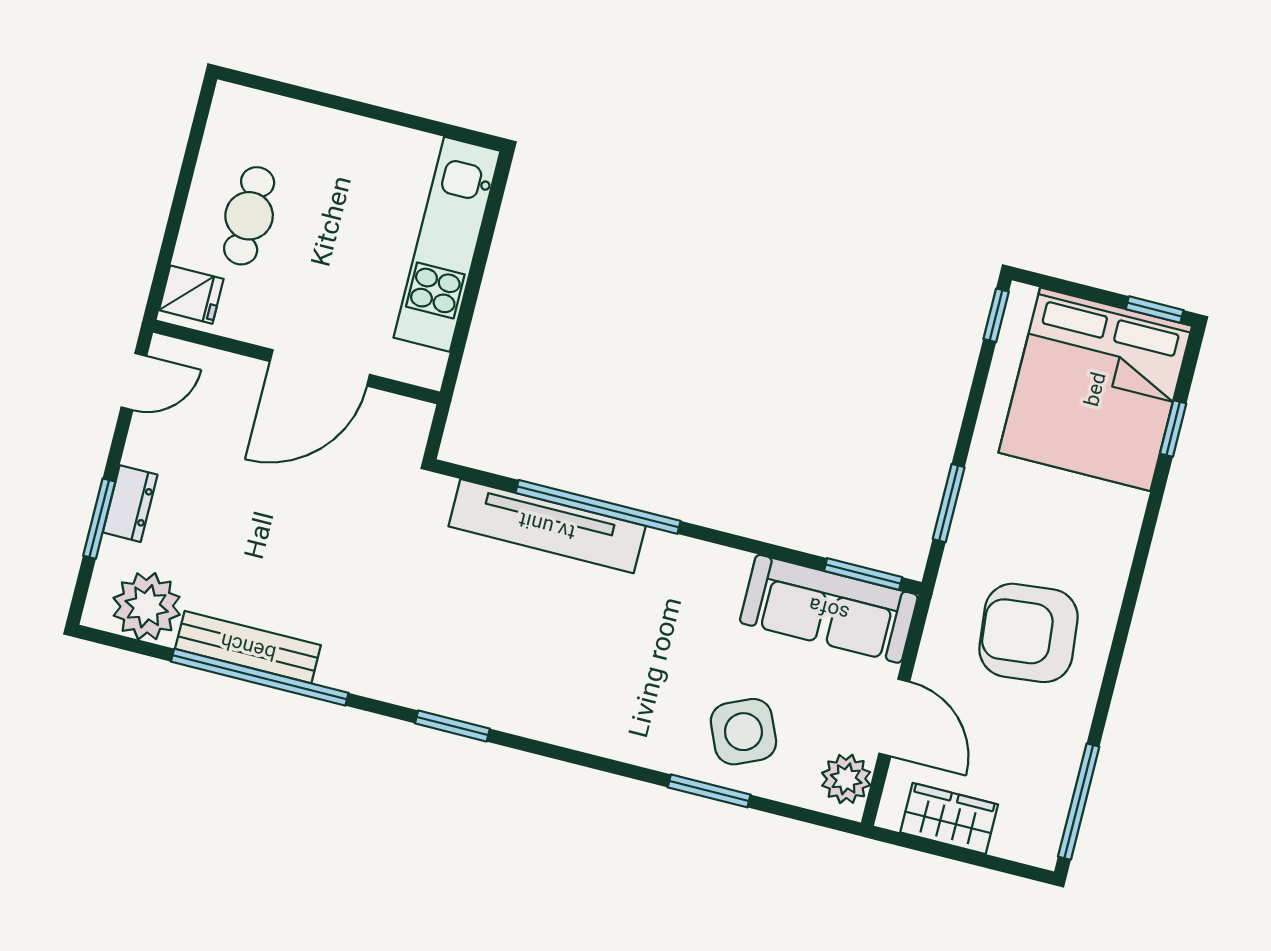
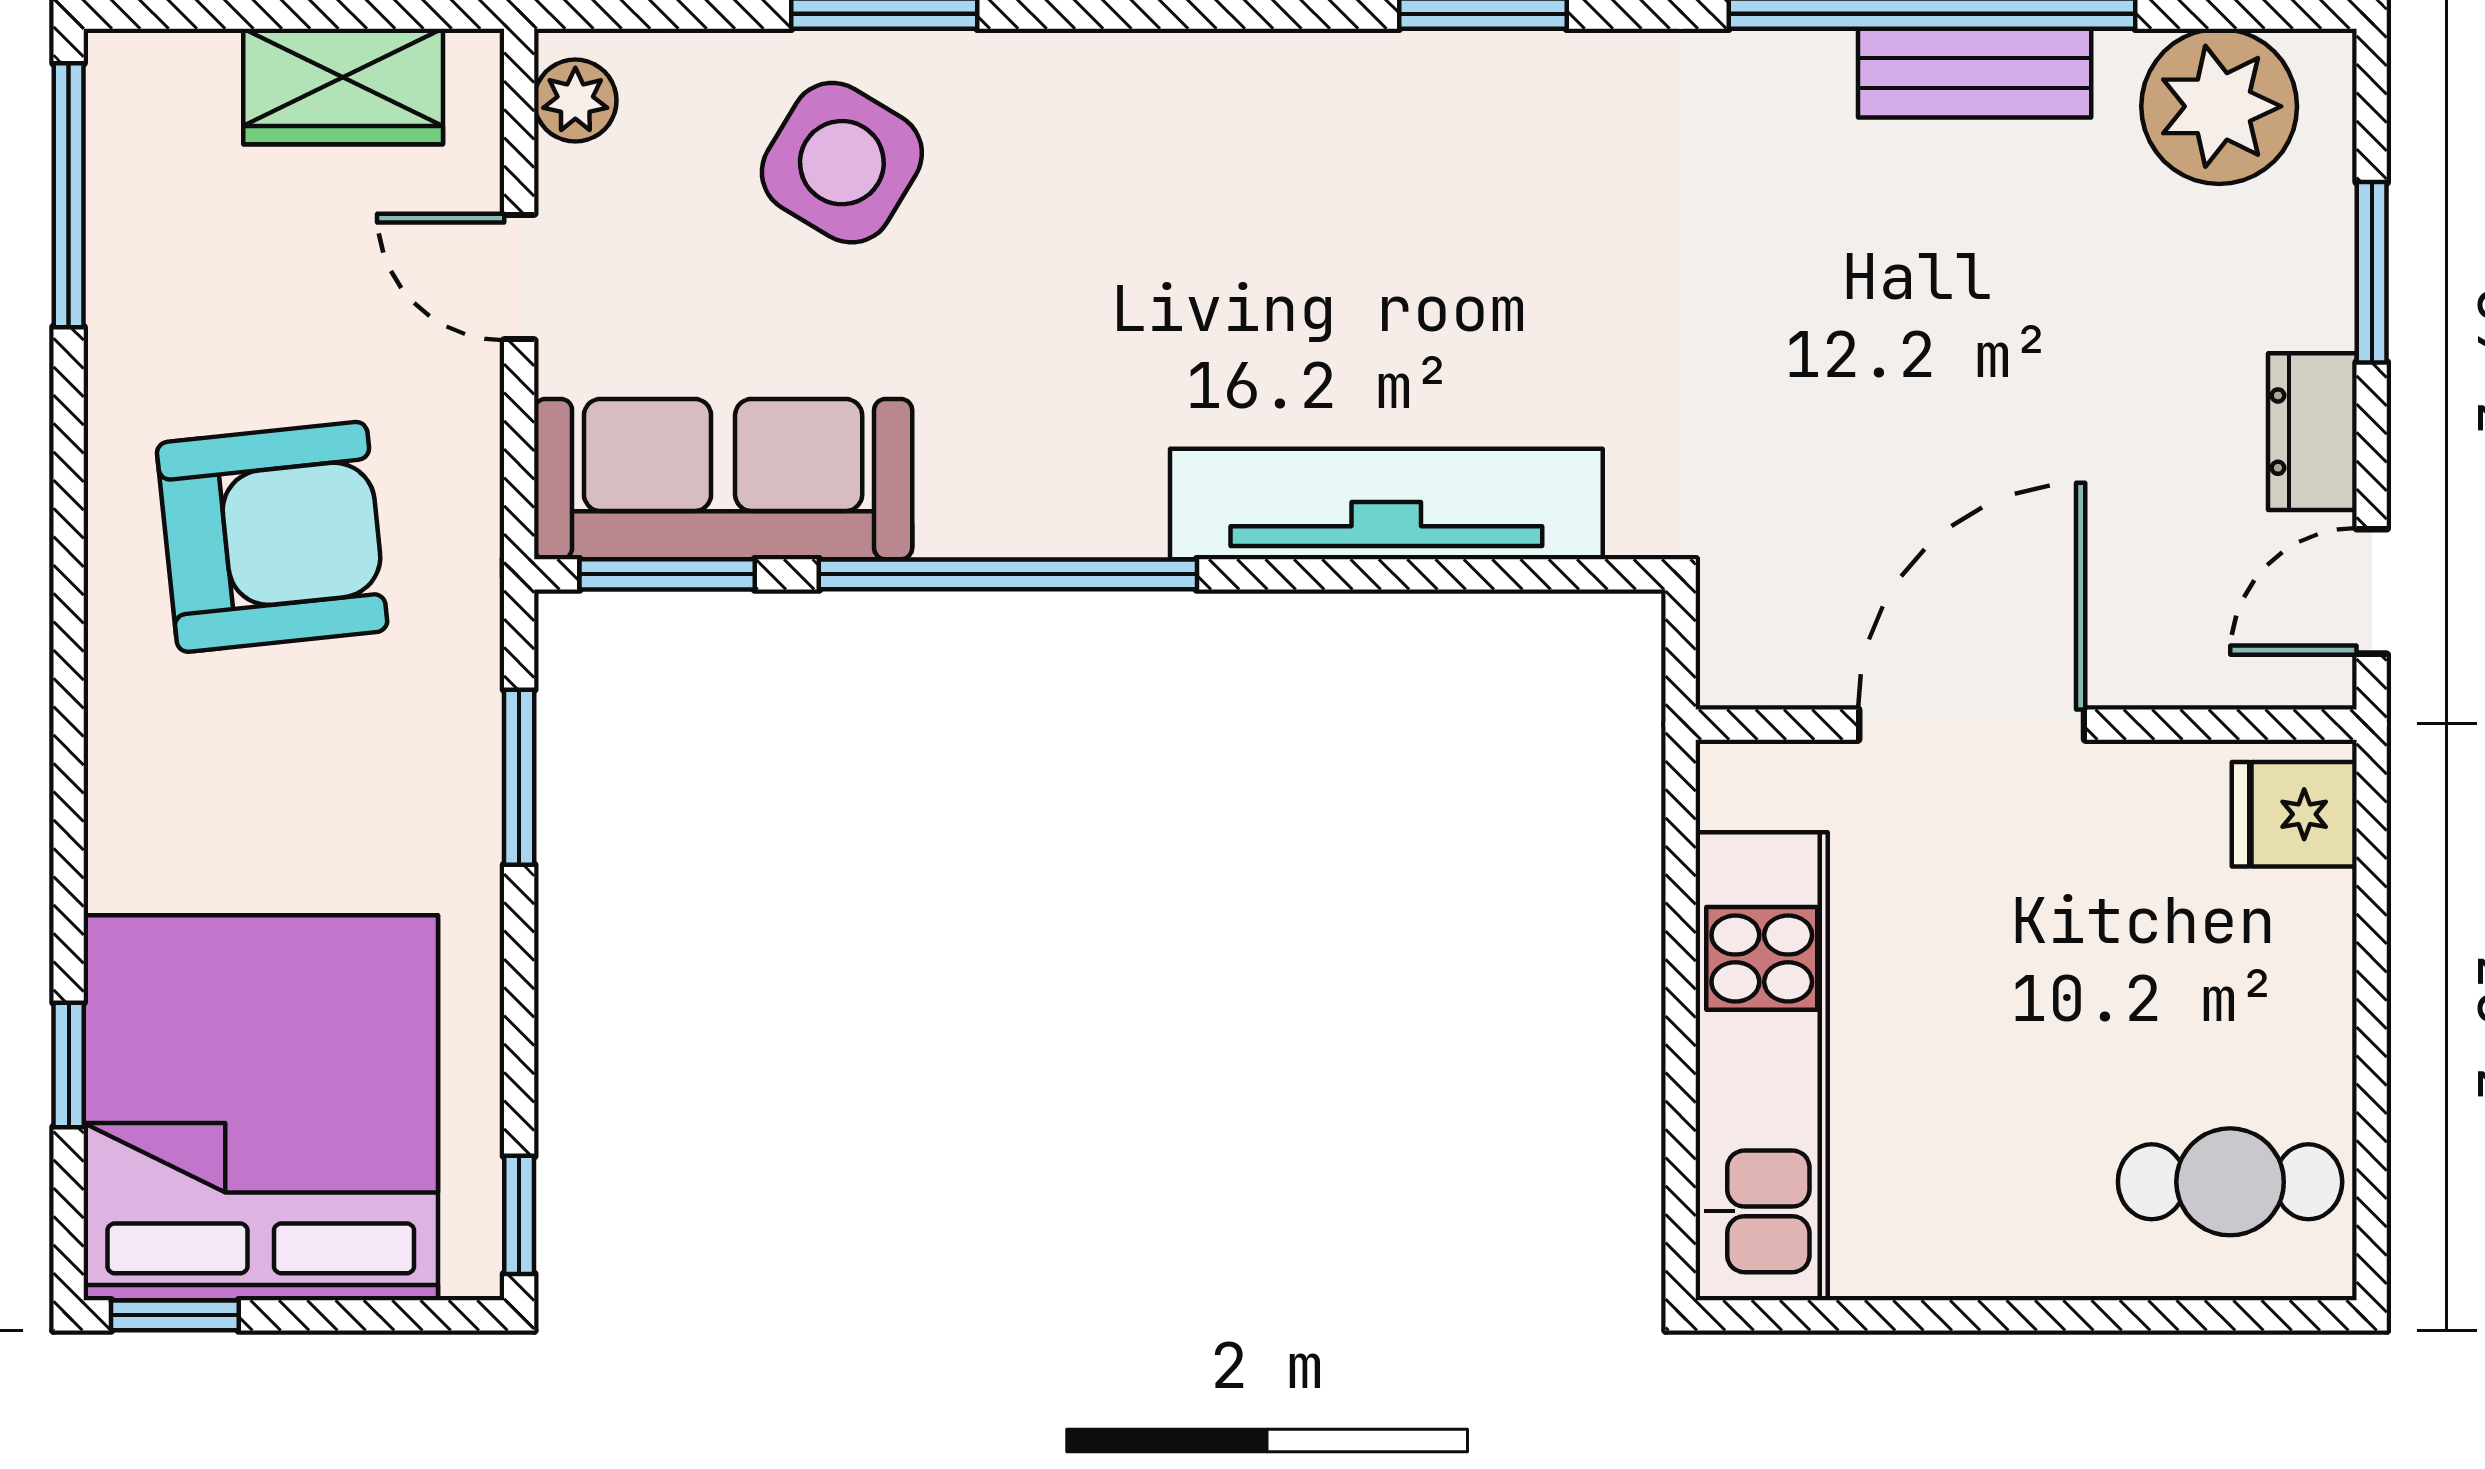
cafe table: (249, 216) -> (2230, 1182), moved, turned 90
dresser: (130, 504) -> (2312, 432), moved
window: (598, 507) -> (1008, 574), moved
bench: (248, 647) -> (1975, 73), width x0.73
door: (894, 718) -> (519, 277), width x0.73
side table: (743, 732) -> (842, 163), turned -35
plant: (846, 779) -> (575, 101), width x0.73, depth x0.73

